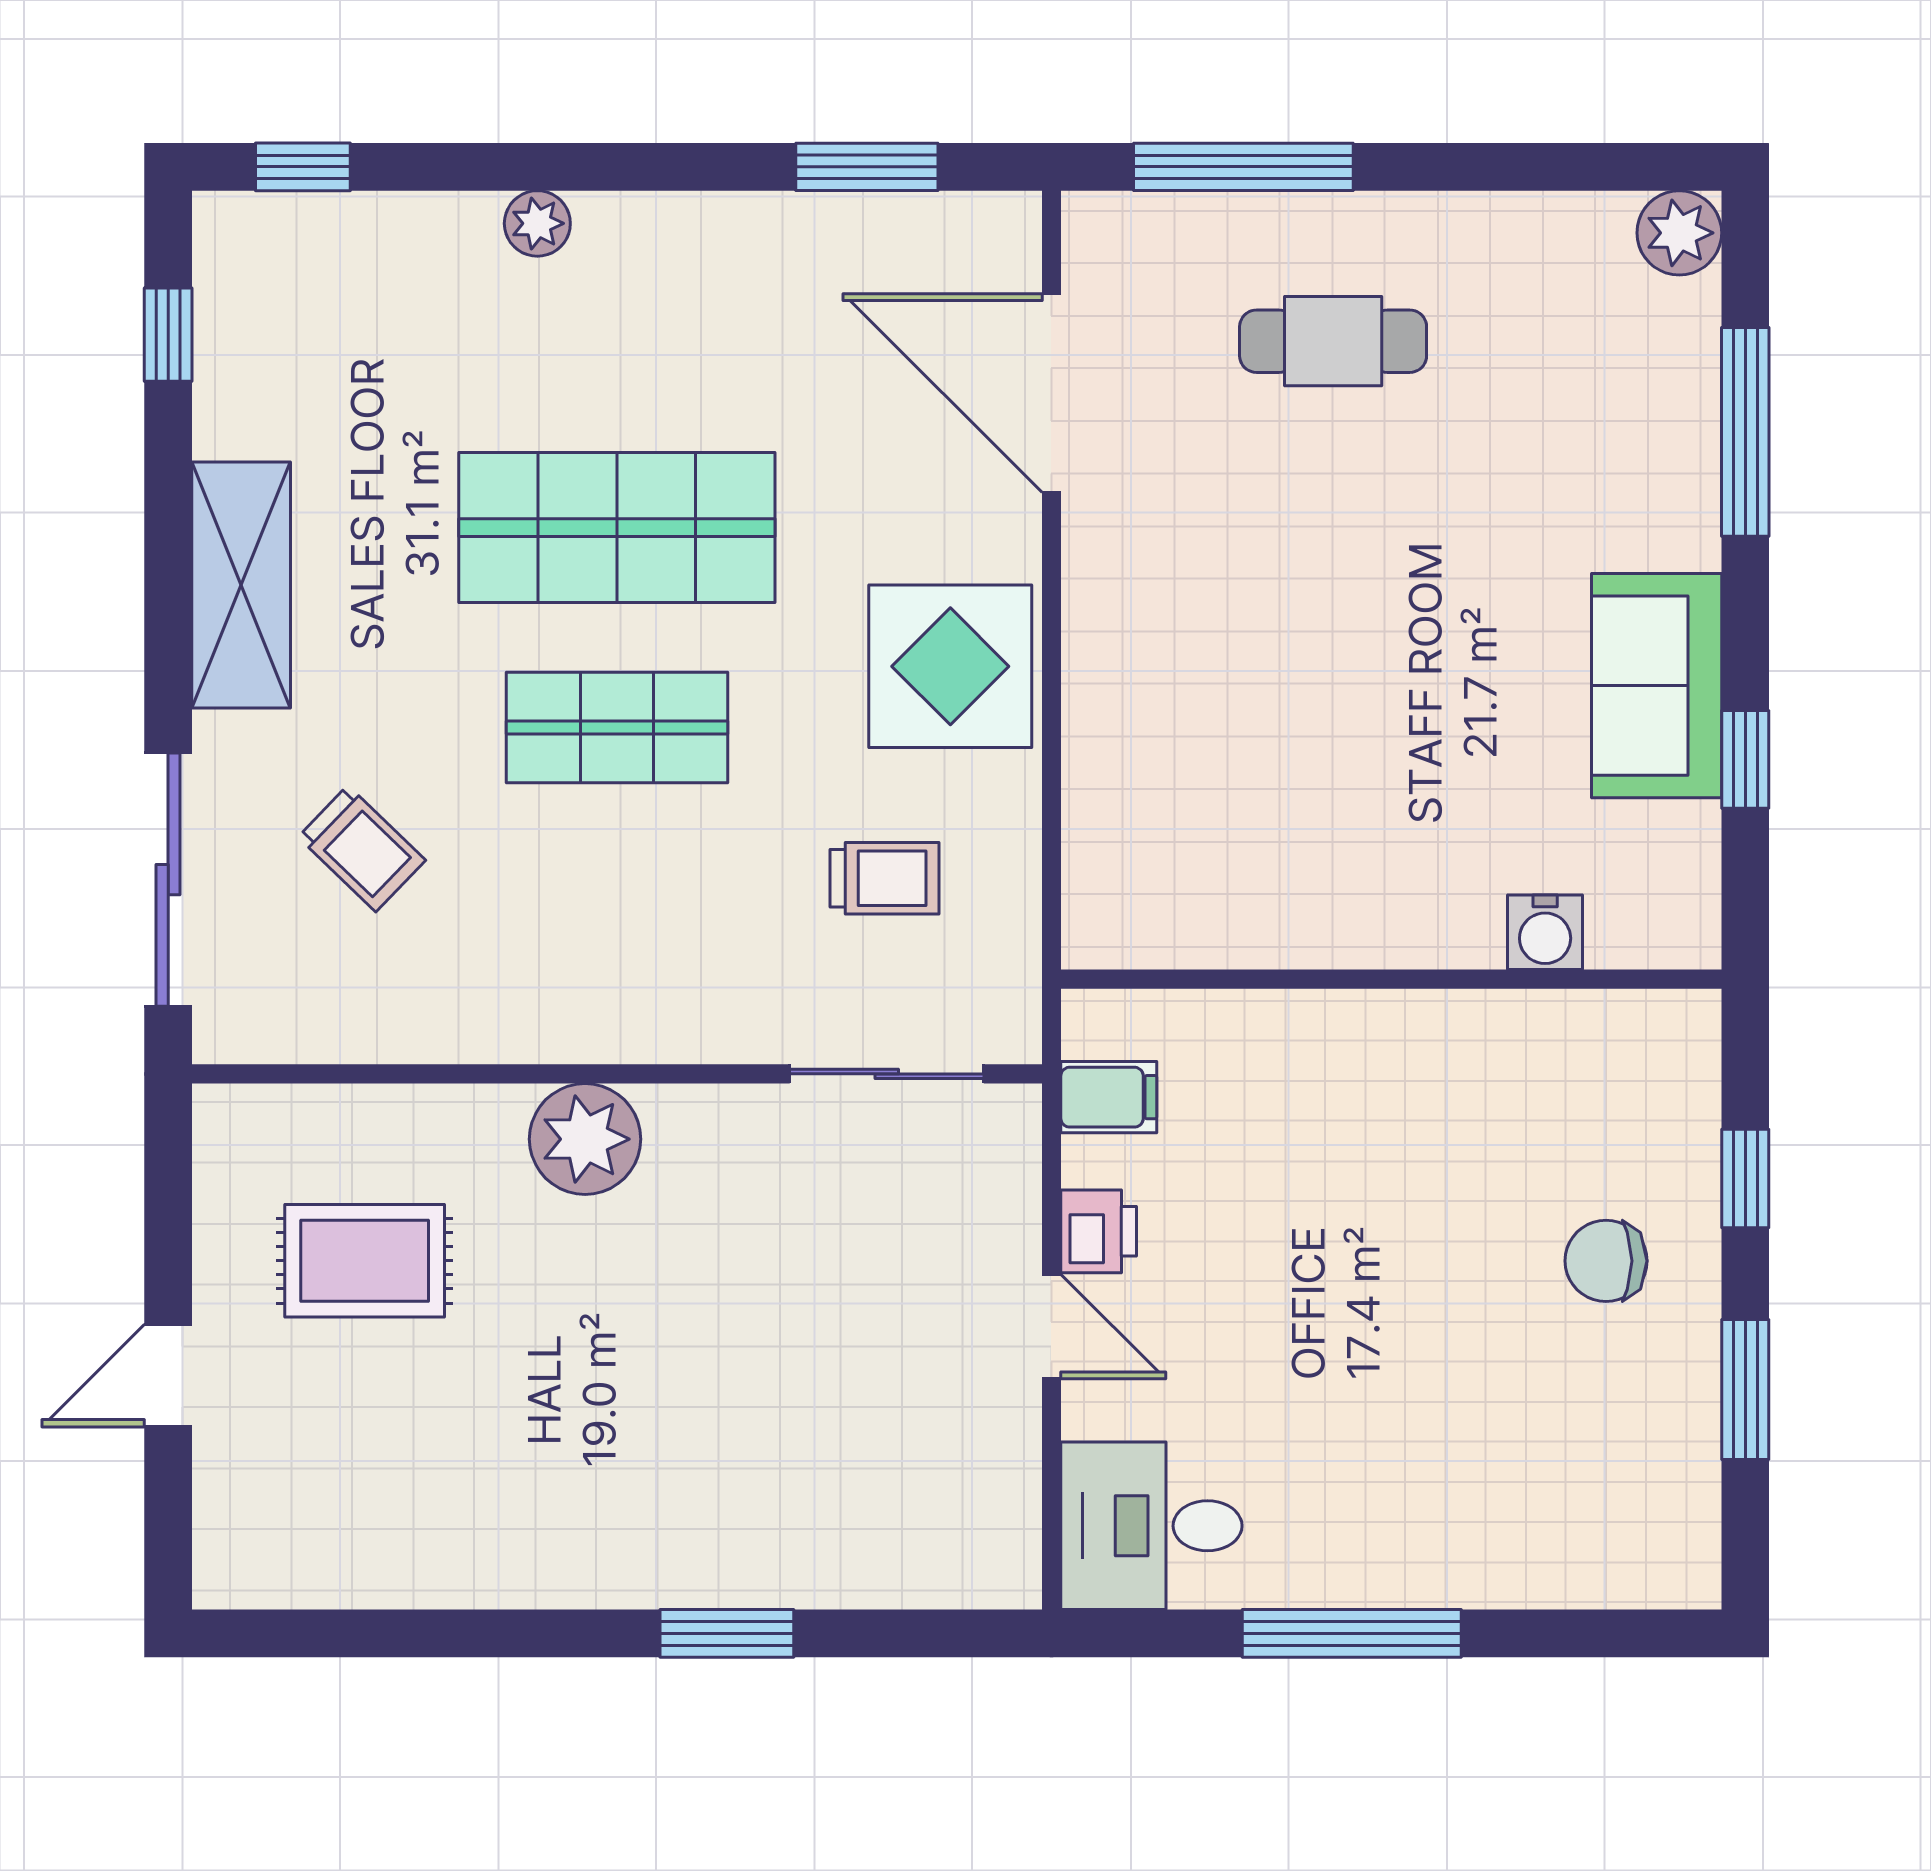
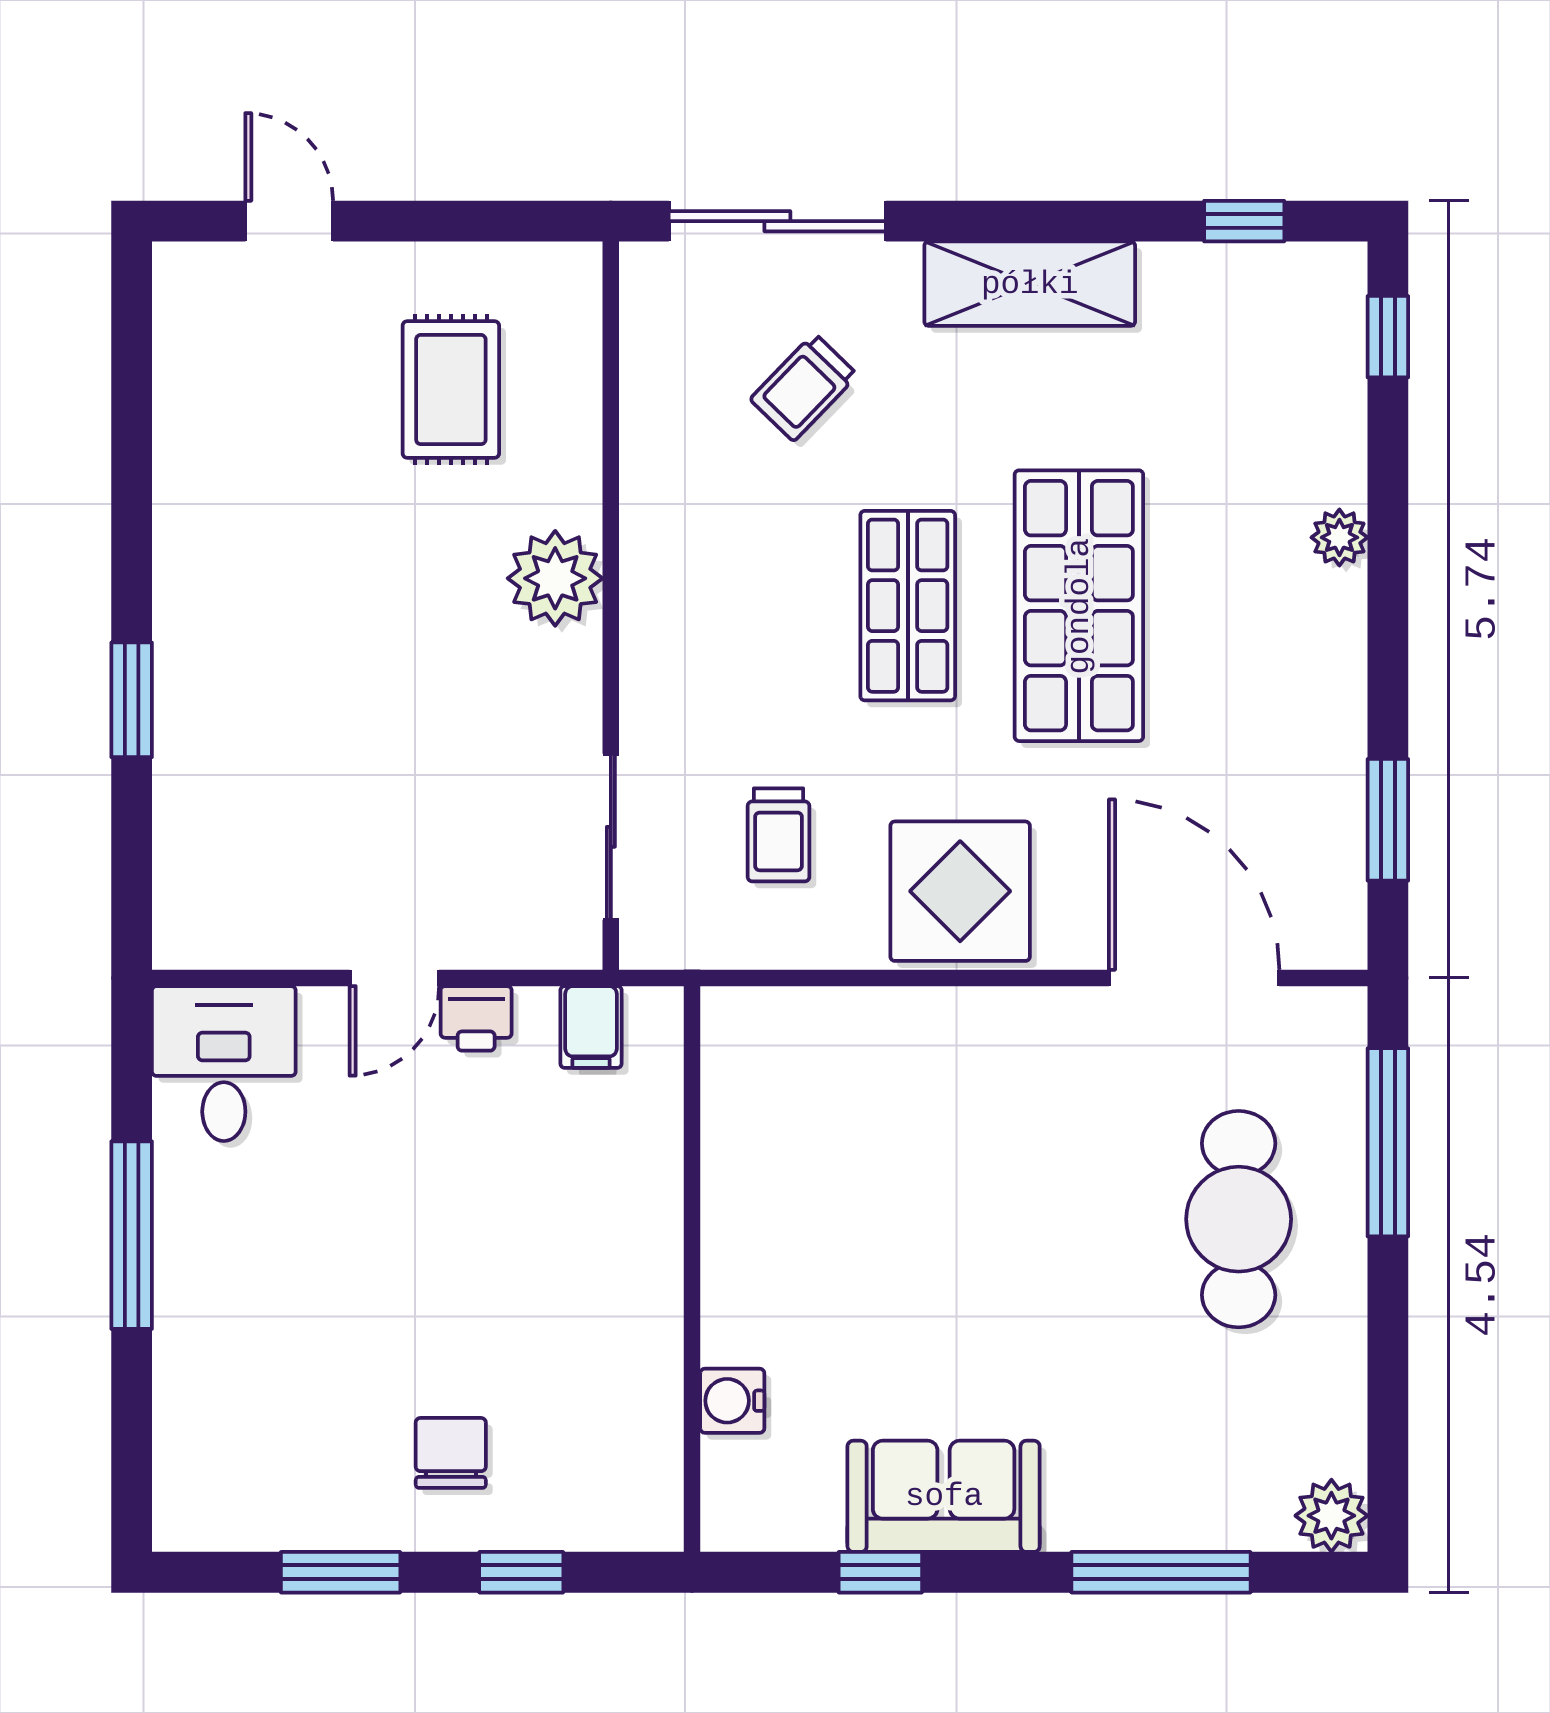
cafe table: (1333, 341) -> (1239, 1219), width x1.37, depth x1.35
door: (1051, 393) -> (1194, 978), hinge flipped
door: (168, 1376) -> (289, 221), moved

